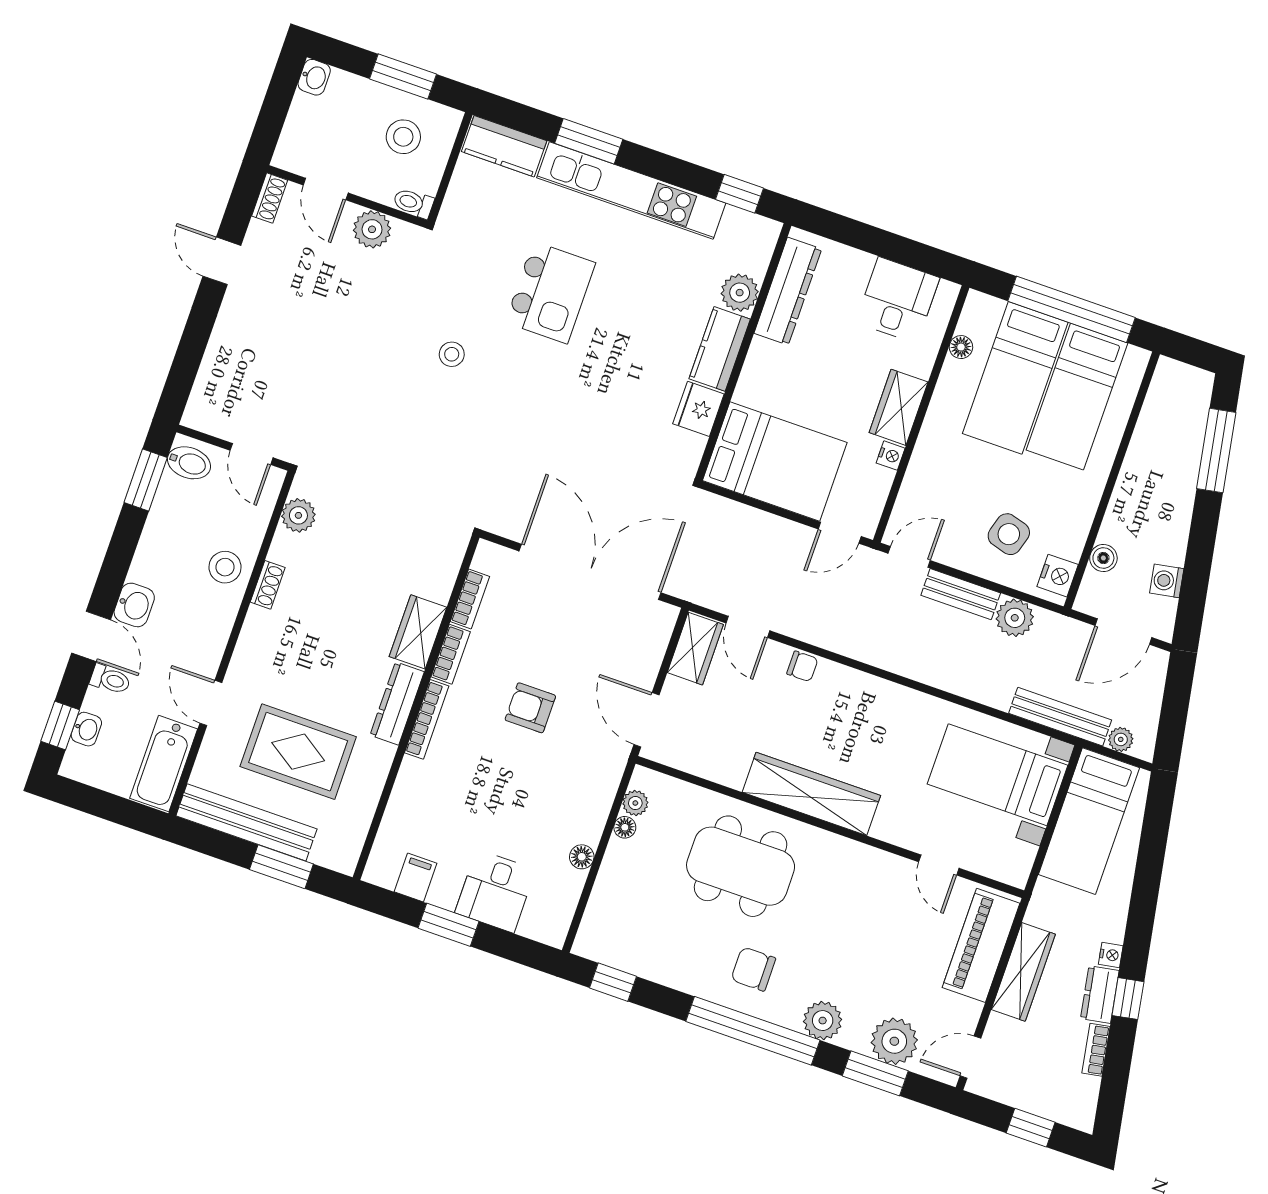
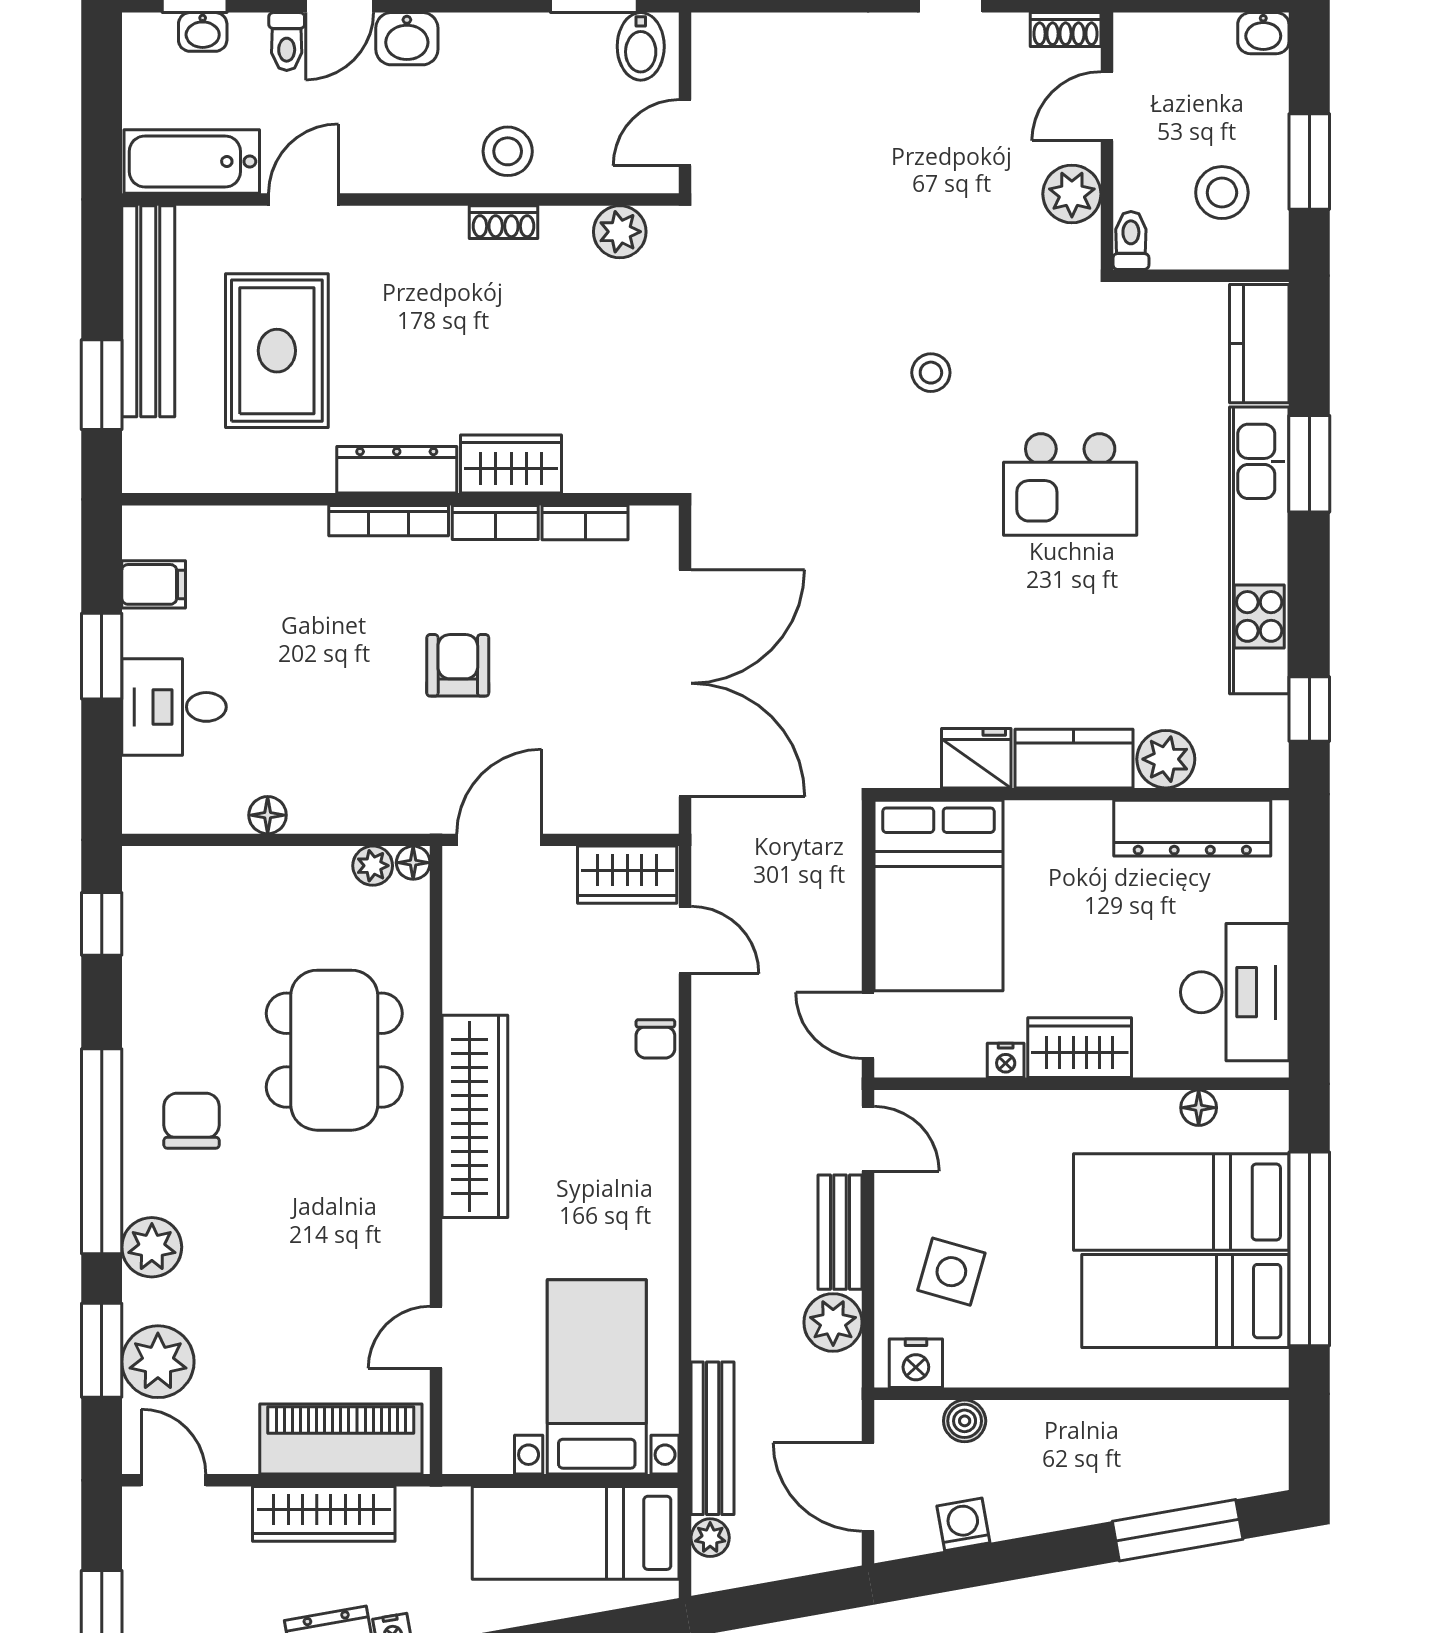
desk: (898, 300) -> (1235, 992), width x1.37
door: (748, 627) -> (685, 940), swing flipped
floor lamp: (625, 827) -> (413, 863), moved

